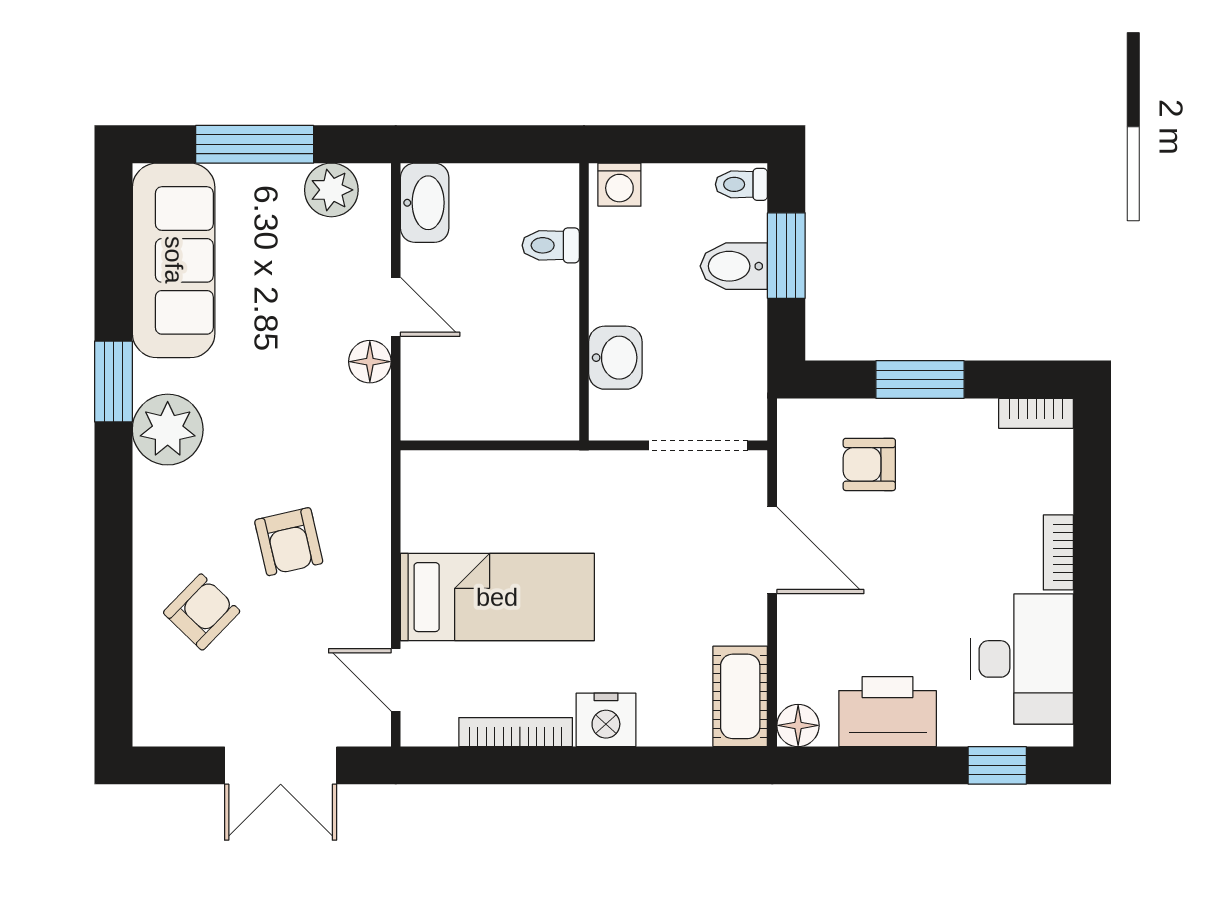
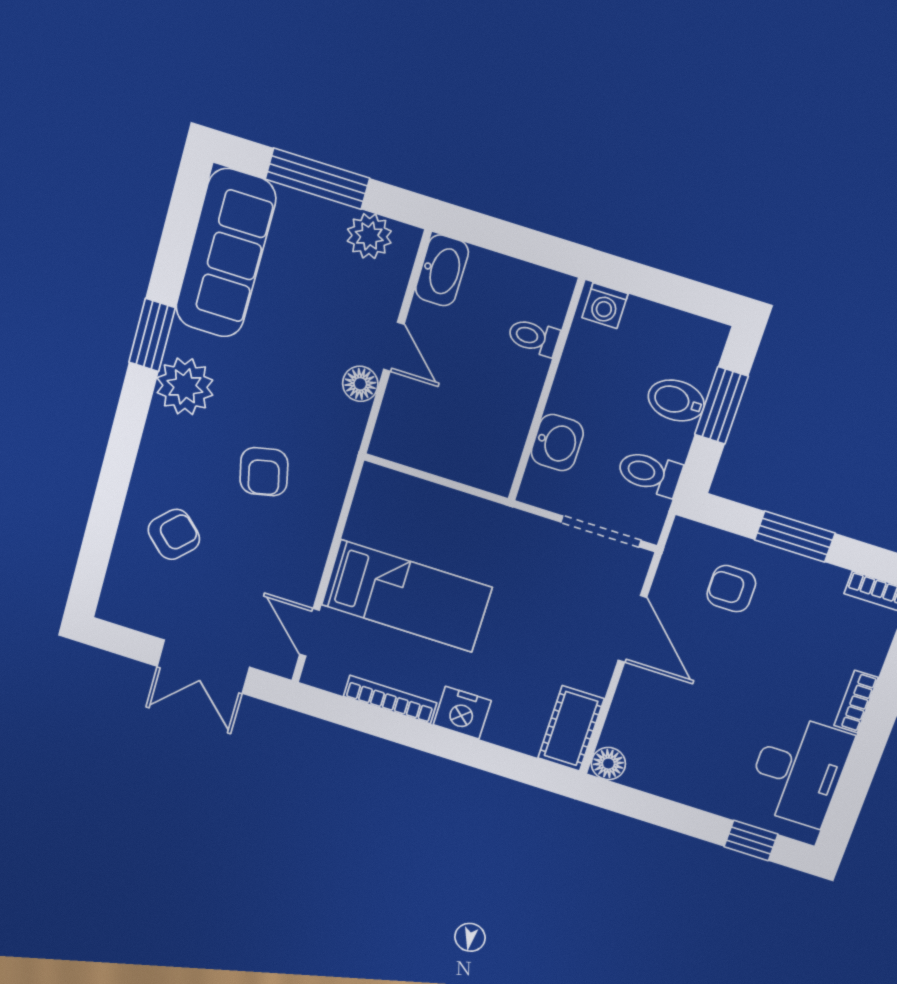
toilet: (741, 184) -> (650, 473), moved, width x1.37, depth x1.39
armchair: (289, 542) -> (264, 472), moved
printer: (888, 712) -> (681, 775), removed

